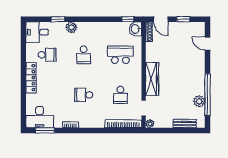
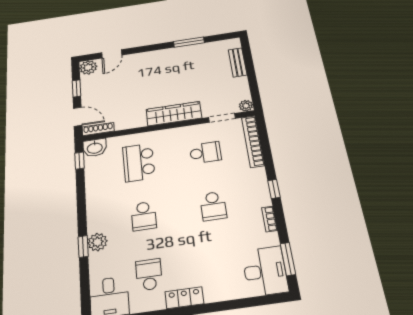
window: (58, 19) -> (83, 246), moved
door: (161, 19) -> (78, 117), hinge flipped
school desk: (84, 55) -> (144, 216), turned 90
locker: (31, 78) -> (184, 298), width x0.66
window: (208, 95) -> (189, 42), width x0.47
plant: (199, 101) -> (88, 67), moved
window: (89, 131) -> (274, 189), added

